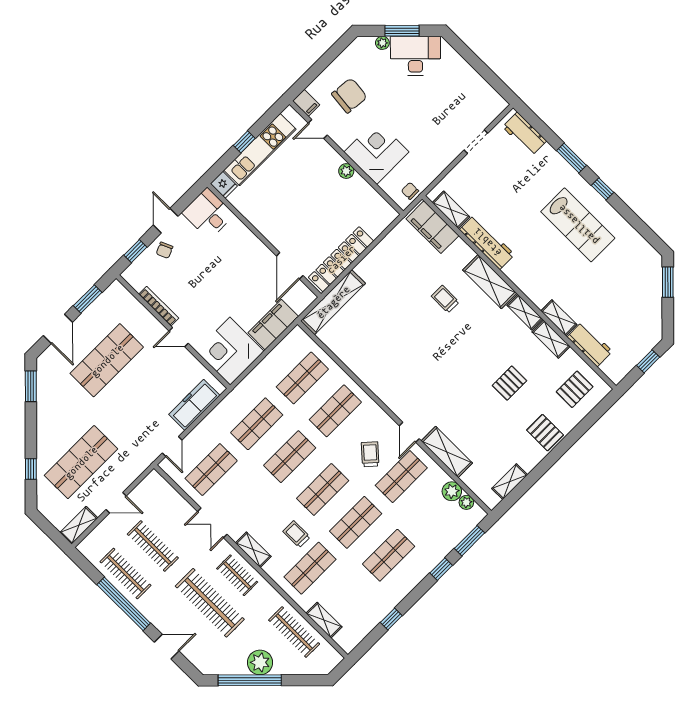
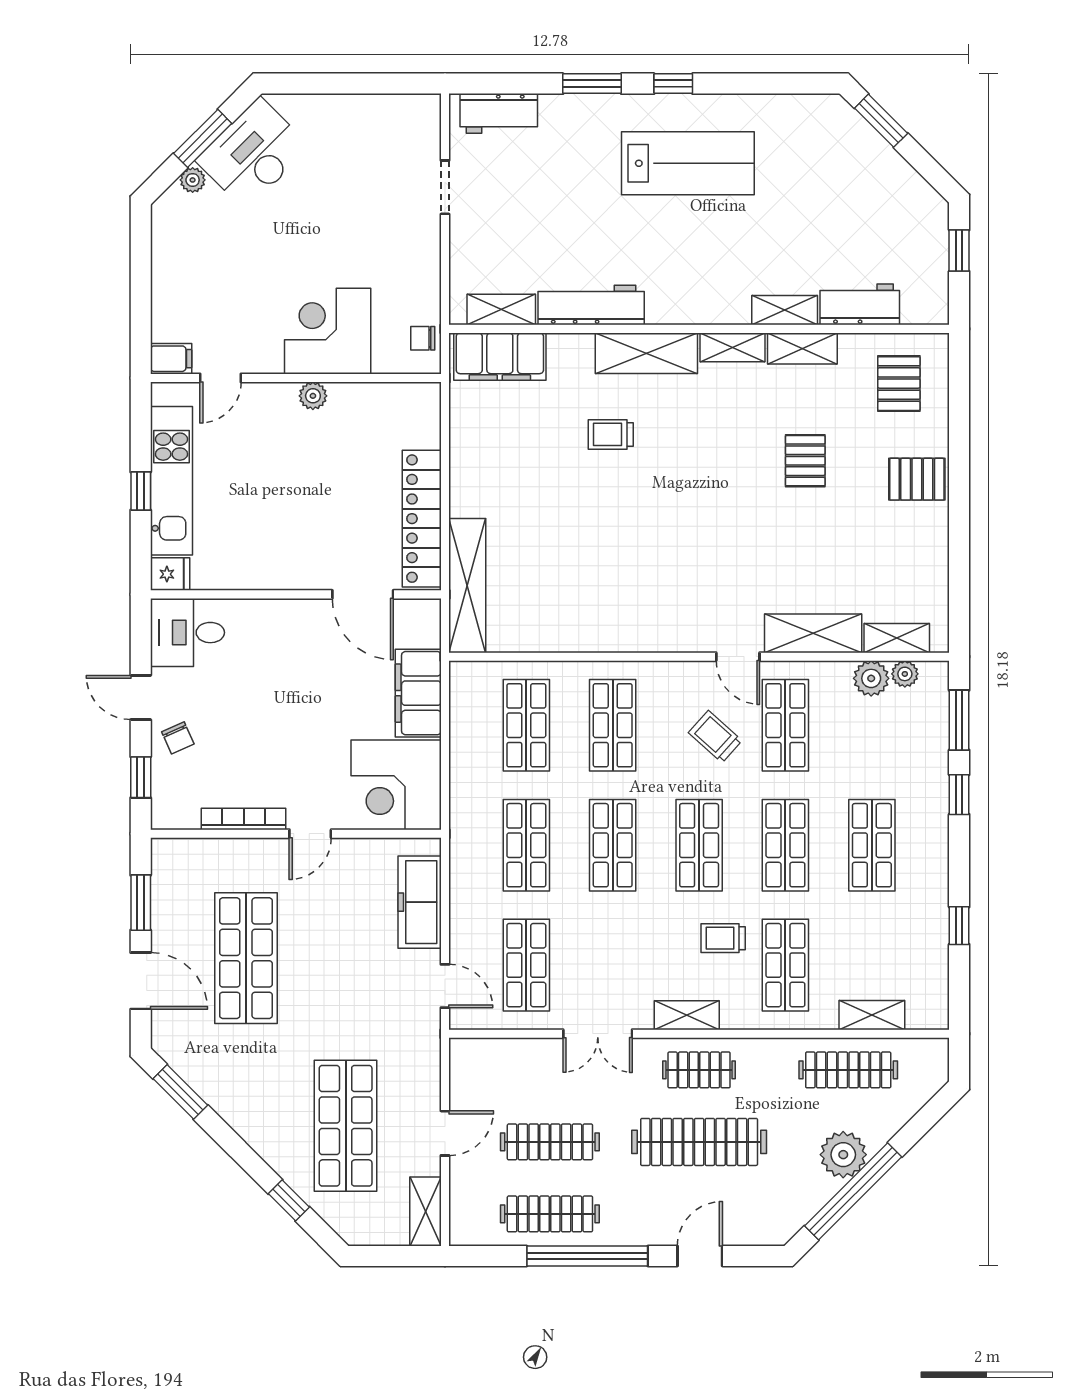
chair: (349, 96) -> (218, 293), removed
shelving: (510, 482) -> (897, 638), moved, turned 90

